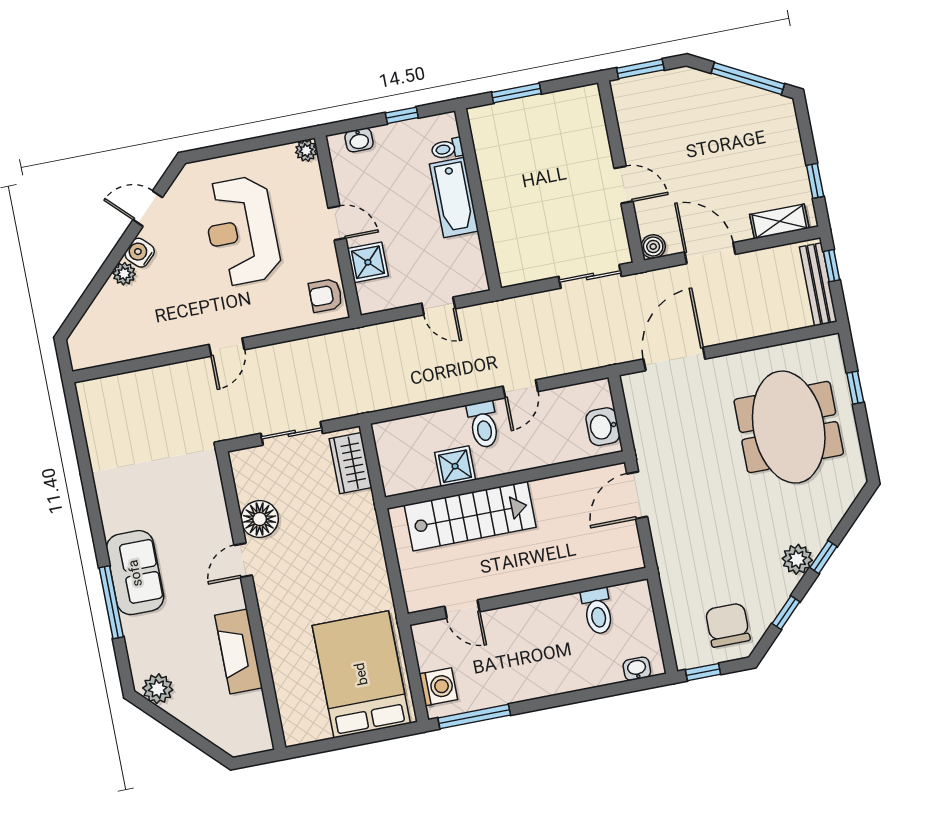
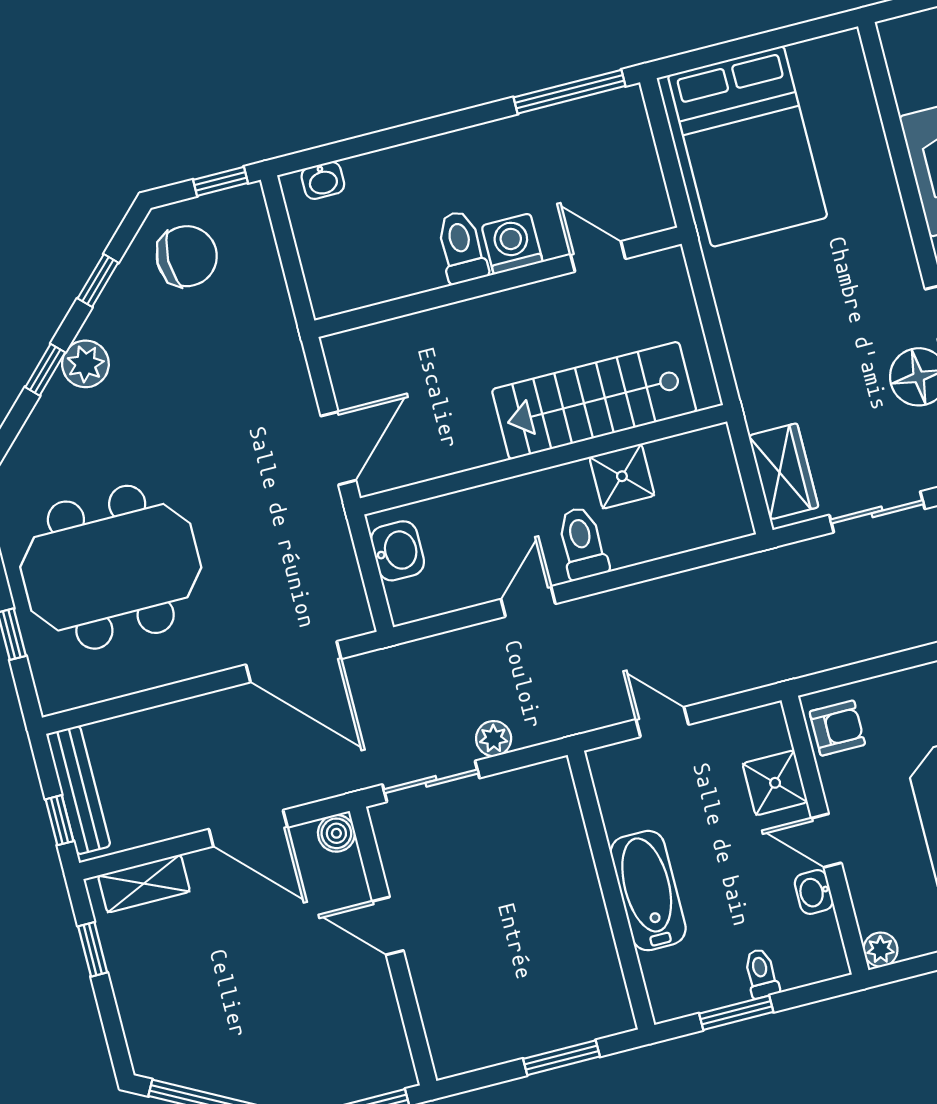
window: (402, 115) -> (736, 1013), width x1.50
washbasin: (359, 140) -> (814, 892), moved, turned -90
toilet: (447, 149) -> (761, 973), moved, turned -90
plant: (548, 302) -> (494, 739), added
door: (674, 359) -> (294, 662), hinge flipped
meeting table: (789, 427) -> (111, 567), turned 90
toilet: (597, 611) -> (462, 247), moved
chair: (728, 625) -> (187, 256), turned -90
washing machine: (438, 687) -> (512, 244), moved, turned 90

